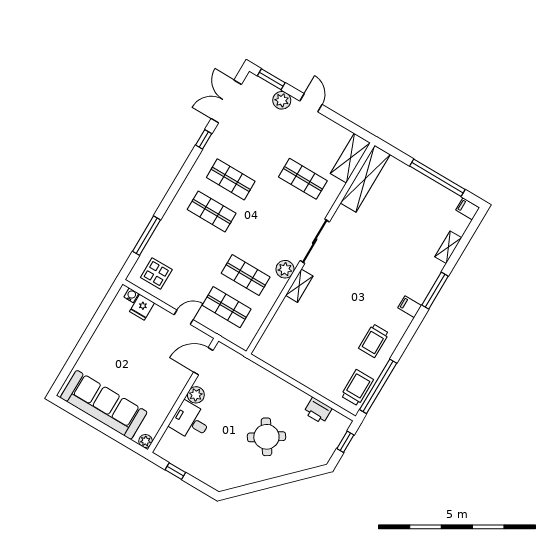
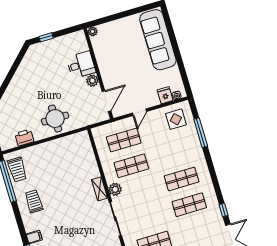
sofa: (104, 405) -> (158, 40), moved, turned 90
round table: (266, 437) -> (55, 119), moved, turned 33
window: (175, 471) -> (46, 37), moved

